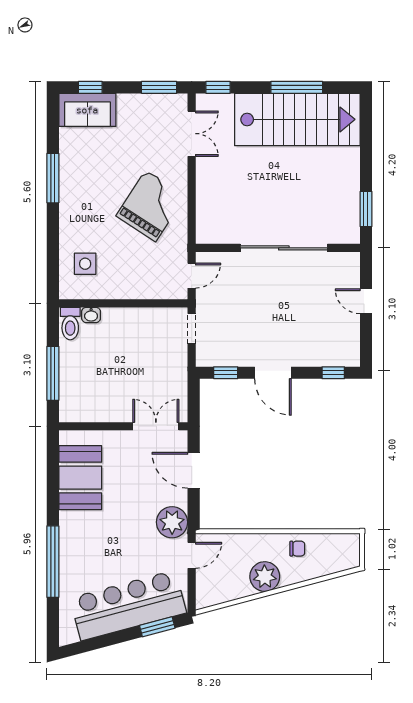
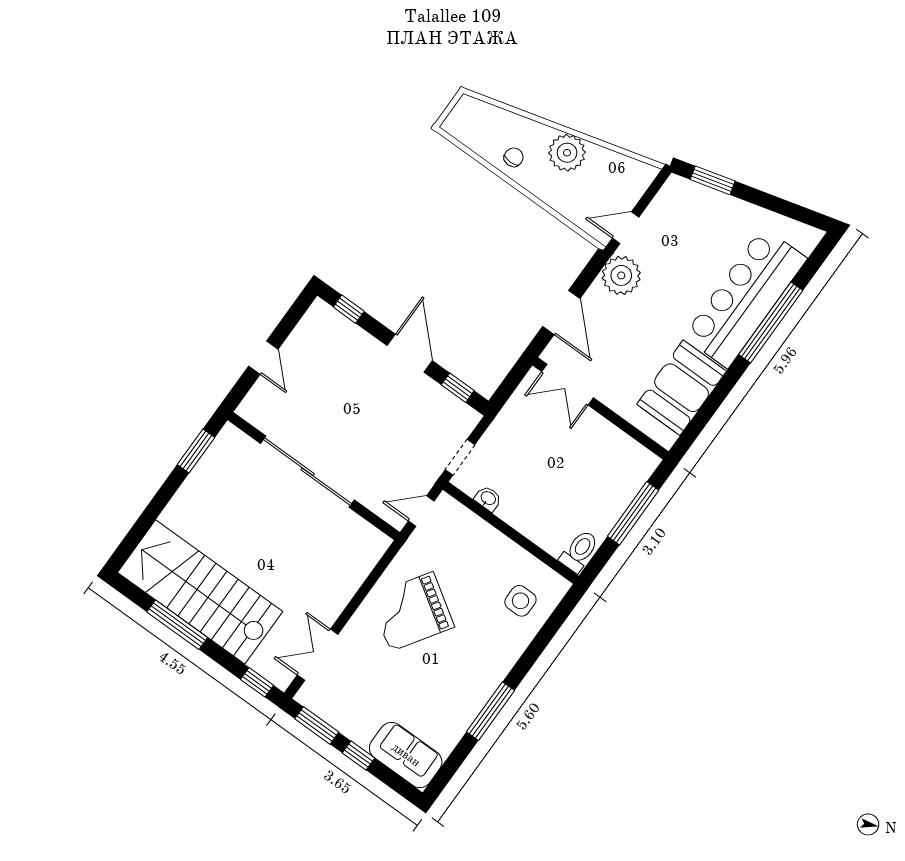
window: (90, 87) -> (358, 756), moved
washbasin: (91, 315) -> (488, 499), moved
chair: (297, 549) -> (514, 157), turned 90
bar counter: (128, 605) -> (745, 298), moved, turned 105

